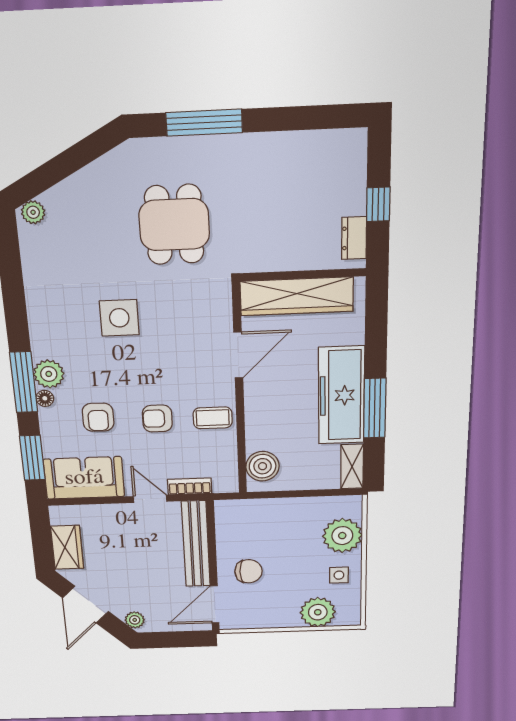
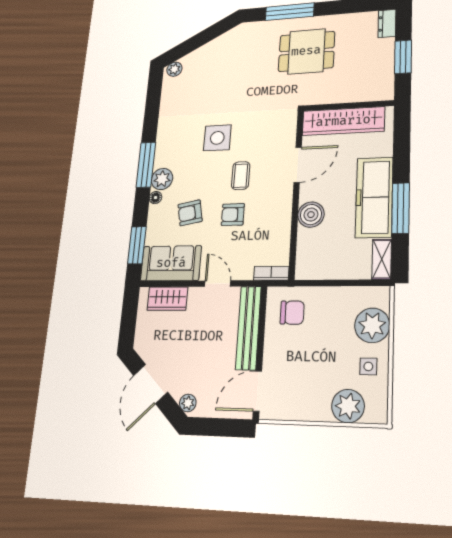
window: (378, 204) -> (403, 57), width x1.50
dining table: (174, 225) -> (306, 51), moved, turned 90
dresser: (354, 238) -> (387, 23), moved
window: (24, 382) -> (146, 165), moved
armchair: (98, 417) -> (190, 213), turned 79
coffee table: (213, 418) -> (241, 176), moved, turned 90
boiler: (263, 466) -> (311, 215), moved
bookcase: (190, 486) -> (271, 273), moved
wardrobe: (67, 547) -> (167, 299), moved, turned 90
chair: (248, 571) -> (292, 313), moved

